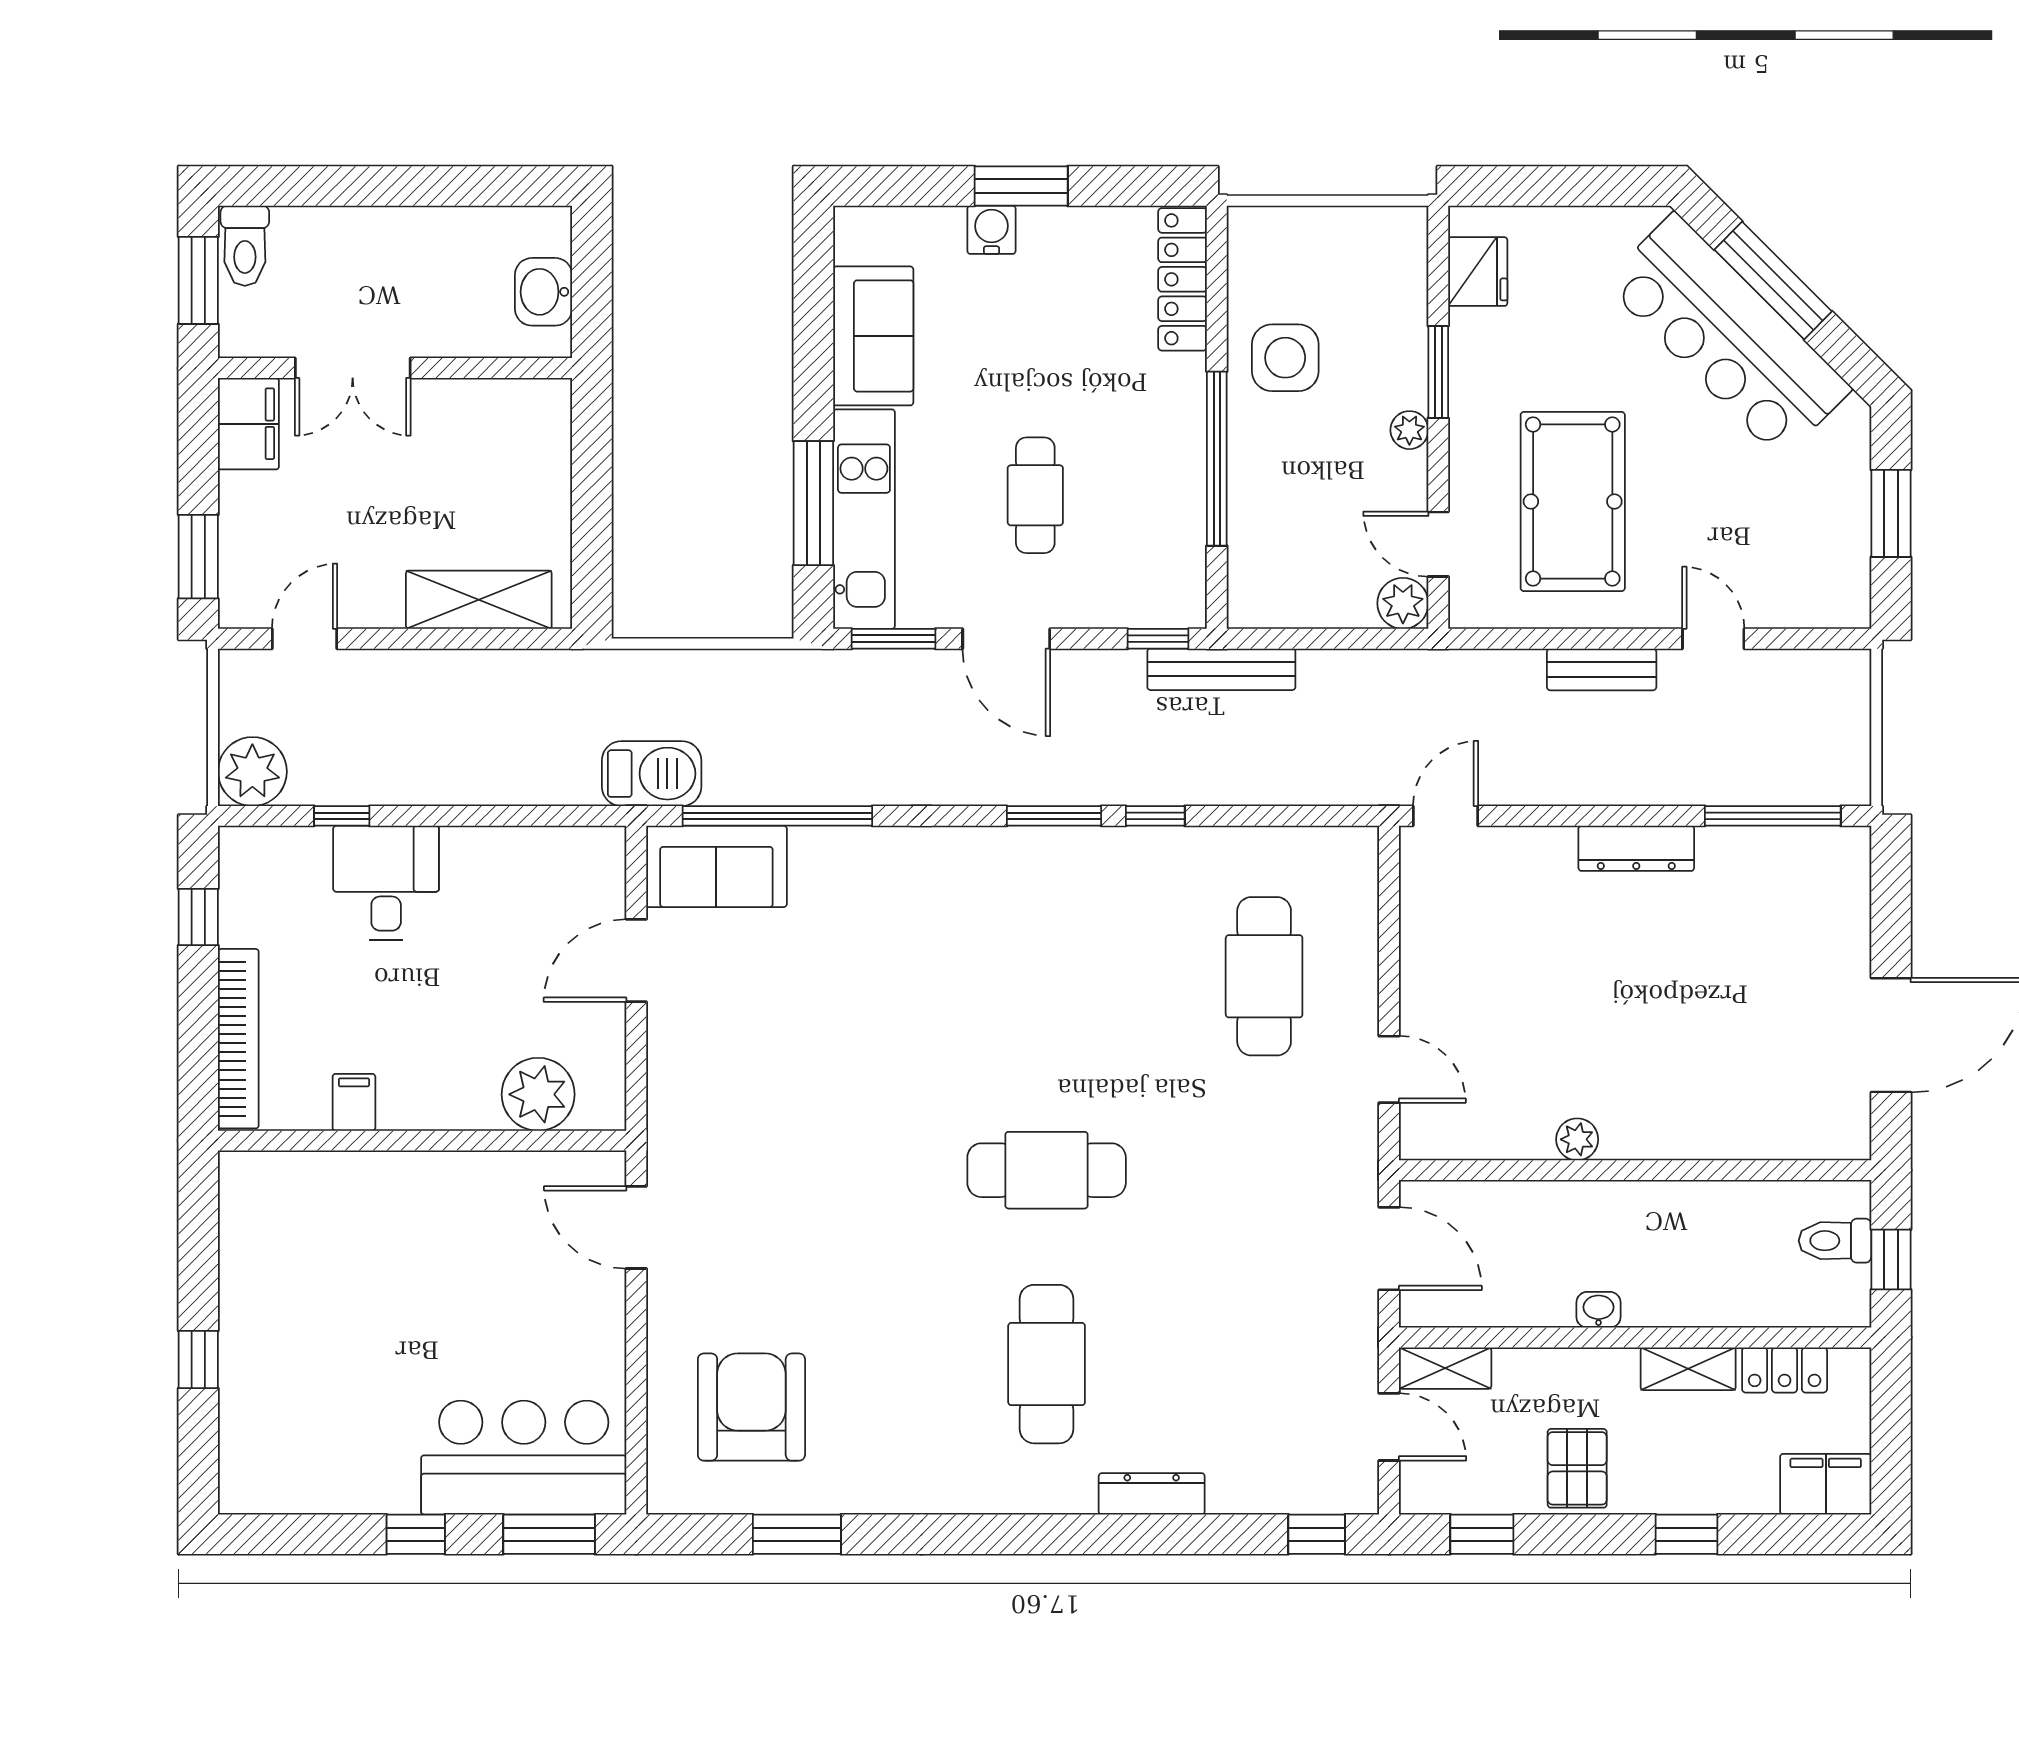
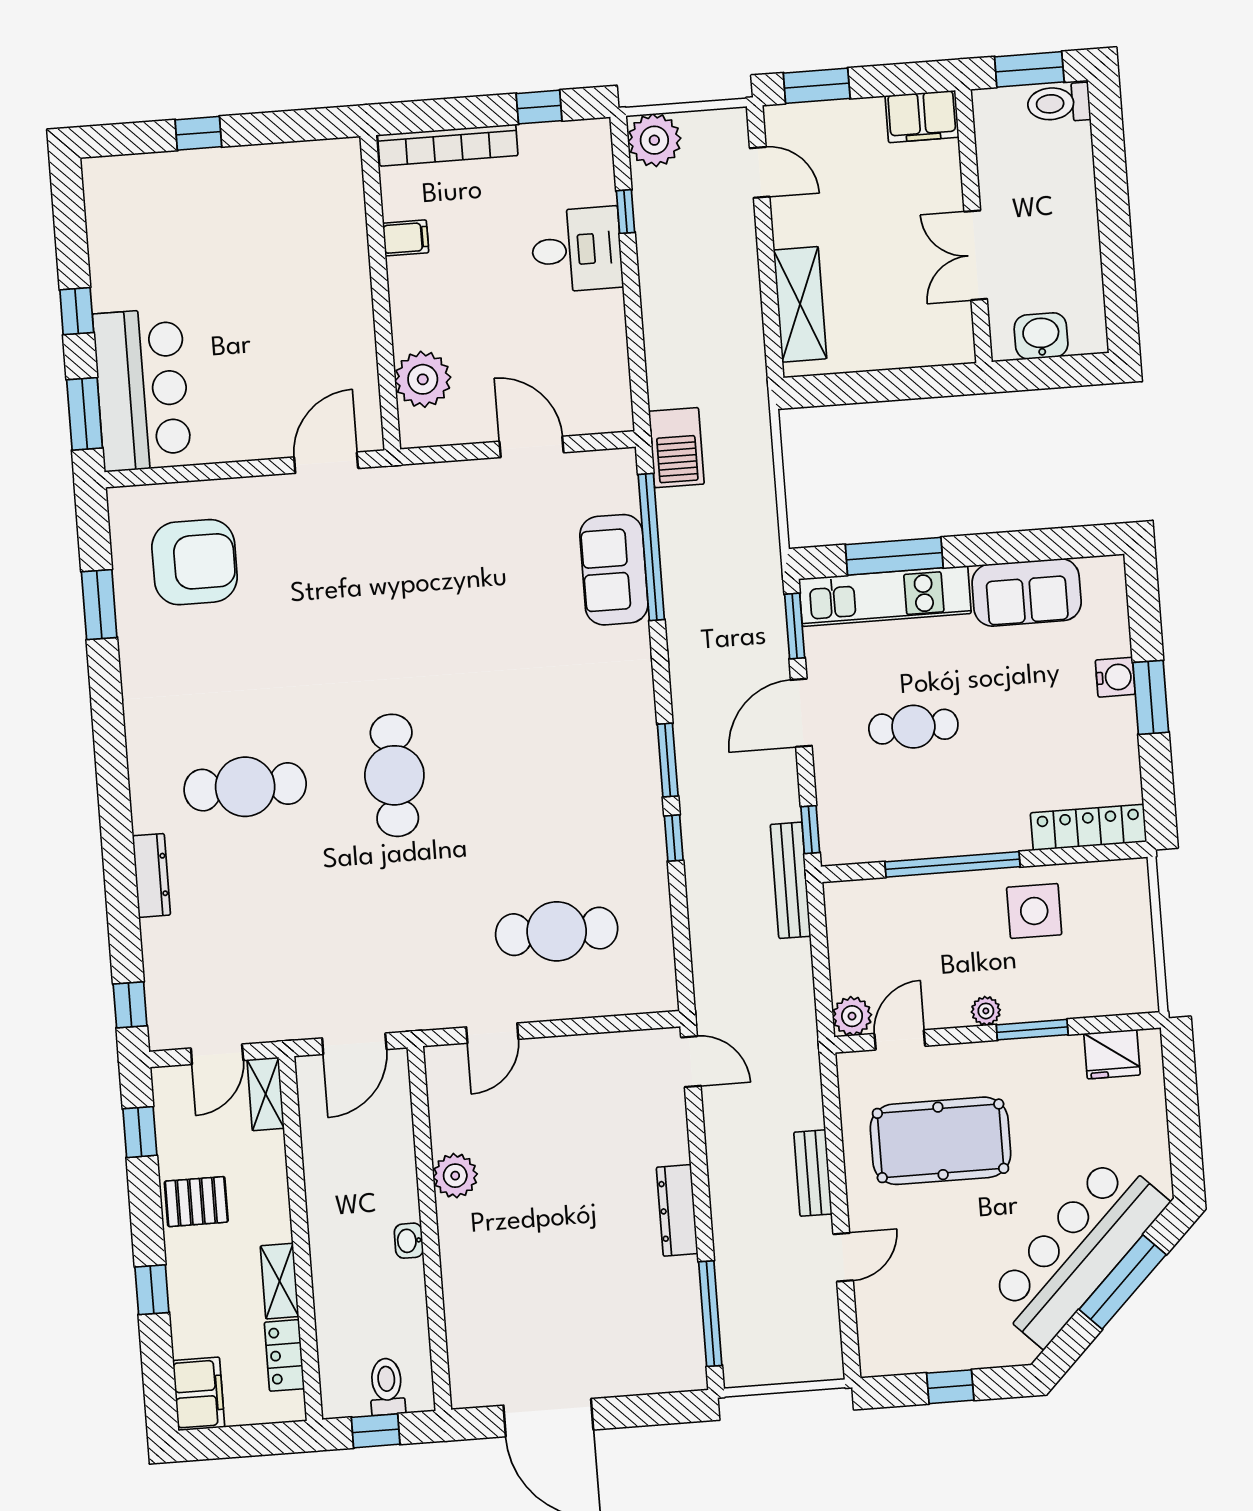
double door: (353, 368) -> (976, 255), moved
window: (1891, 513) -> (950, 1387), width x0.67
sofa: (716, 866) -> (614, 570), moved
plant: (1577, 1139) -> (455, 1176), width x1.38, depth x1.38
washbasin: (1598, 1310) -> (409, 1241), moved, turned 180

